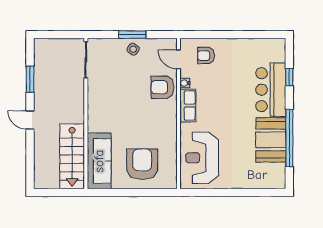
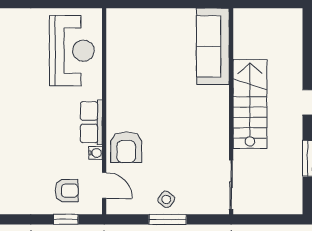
window: (207, 35) -> (66, 219), added
armchair: (162, 87) -> (126, 147), turned 90
stairs: (72, 156) -> (250, 104), moved
armchair: (142, 164) -> (154, 42), removed

